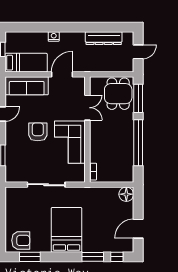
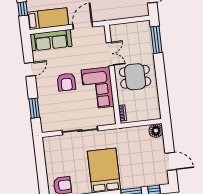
dining table: (118, 94) -> (135, 77), moved, turned 90
armchair: (38, 132) -> (66, 82), turned 180
window: (138, 143) -> (161, 81), removed
door: (138, 229) -> (171, 161), swing flipped

